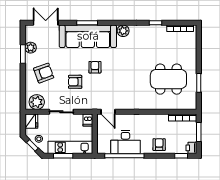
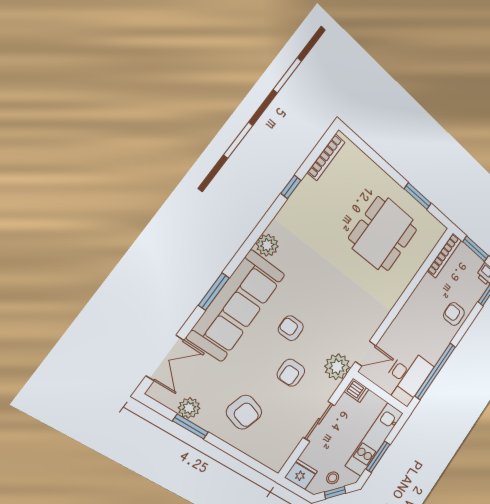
double door: (46, 23) -> (165, 358), swing flipped
armchair: (44, 73) -> (244, 412), turned 127
plant: (37, 102) -> (337, 367), moved
desk: (125, 142) -> (407, 377), moved

